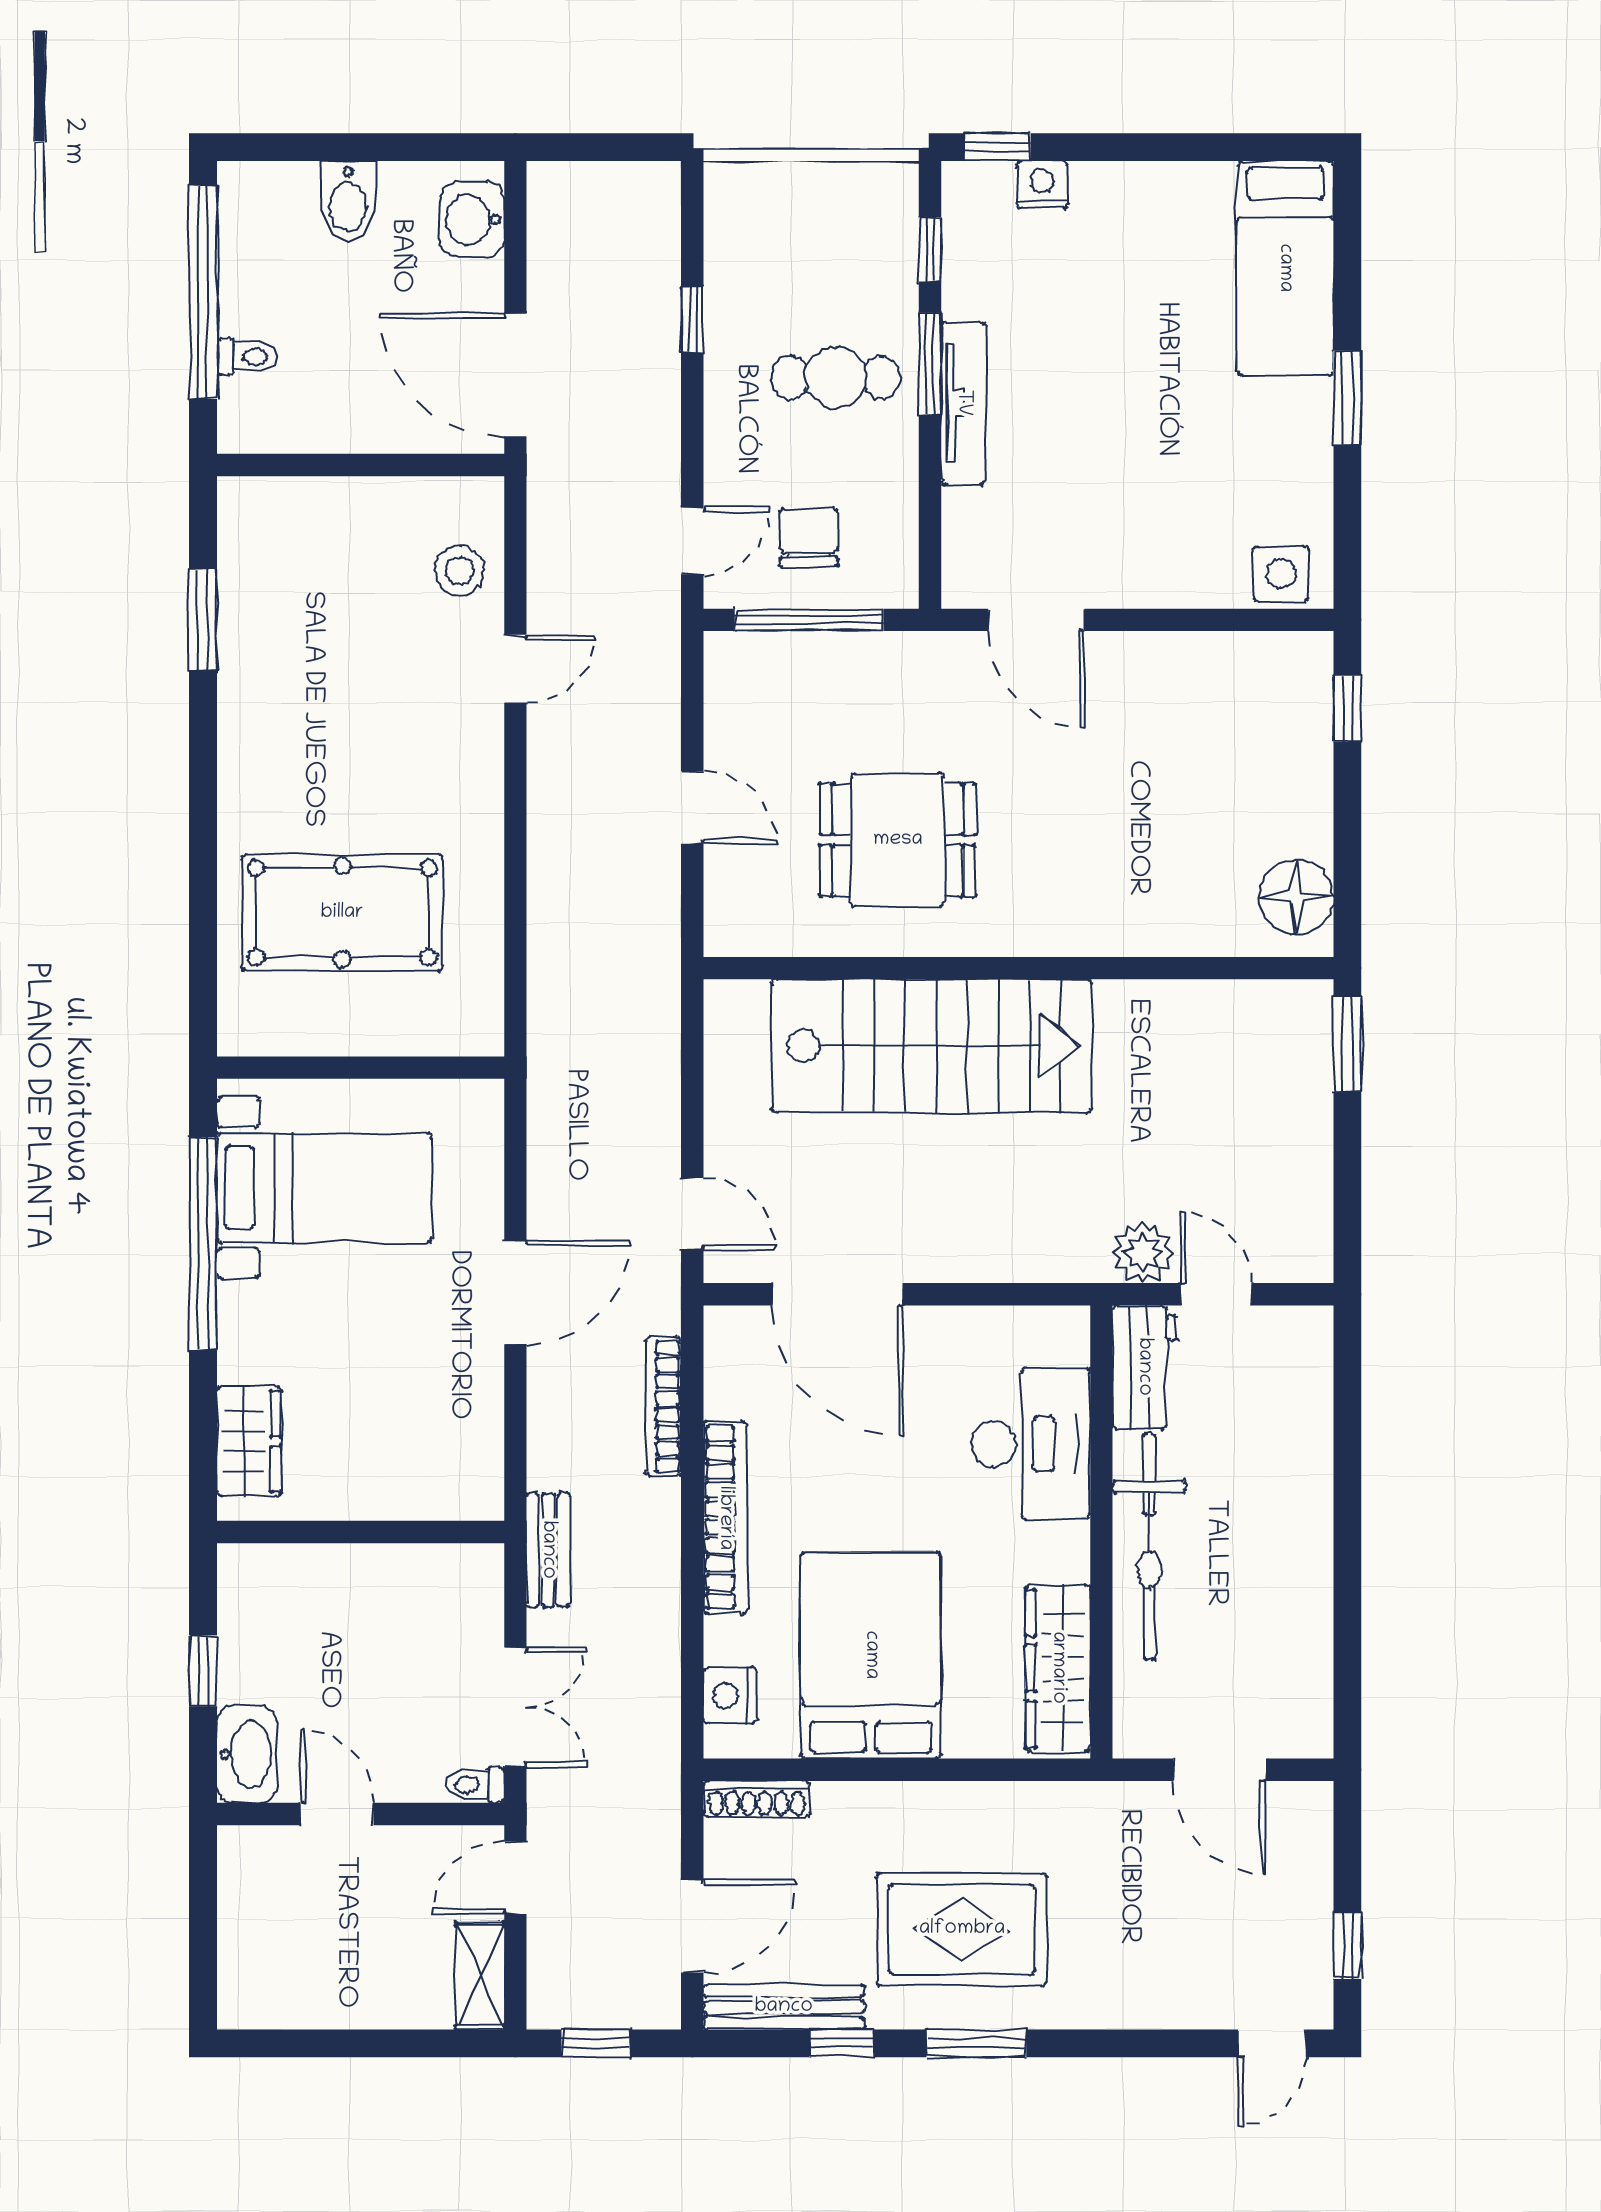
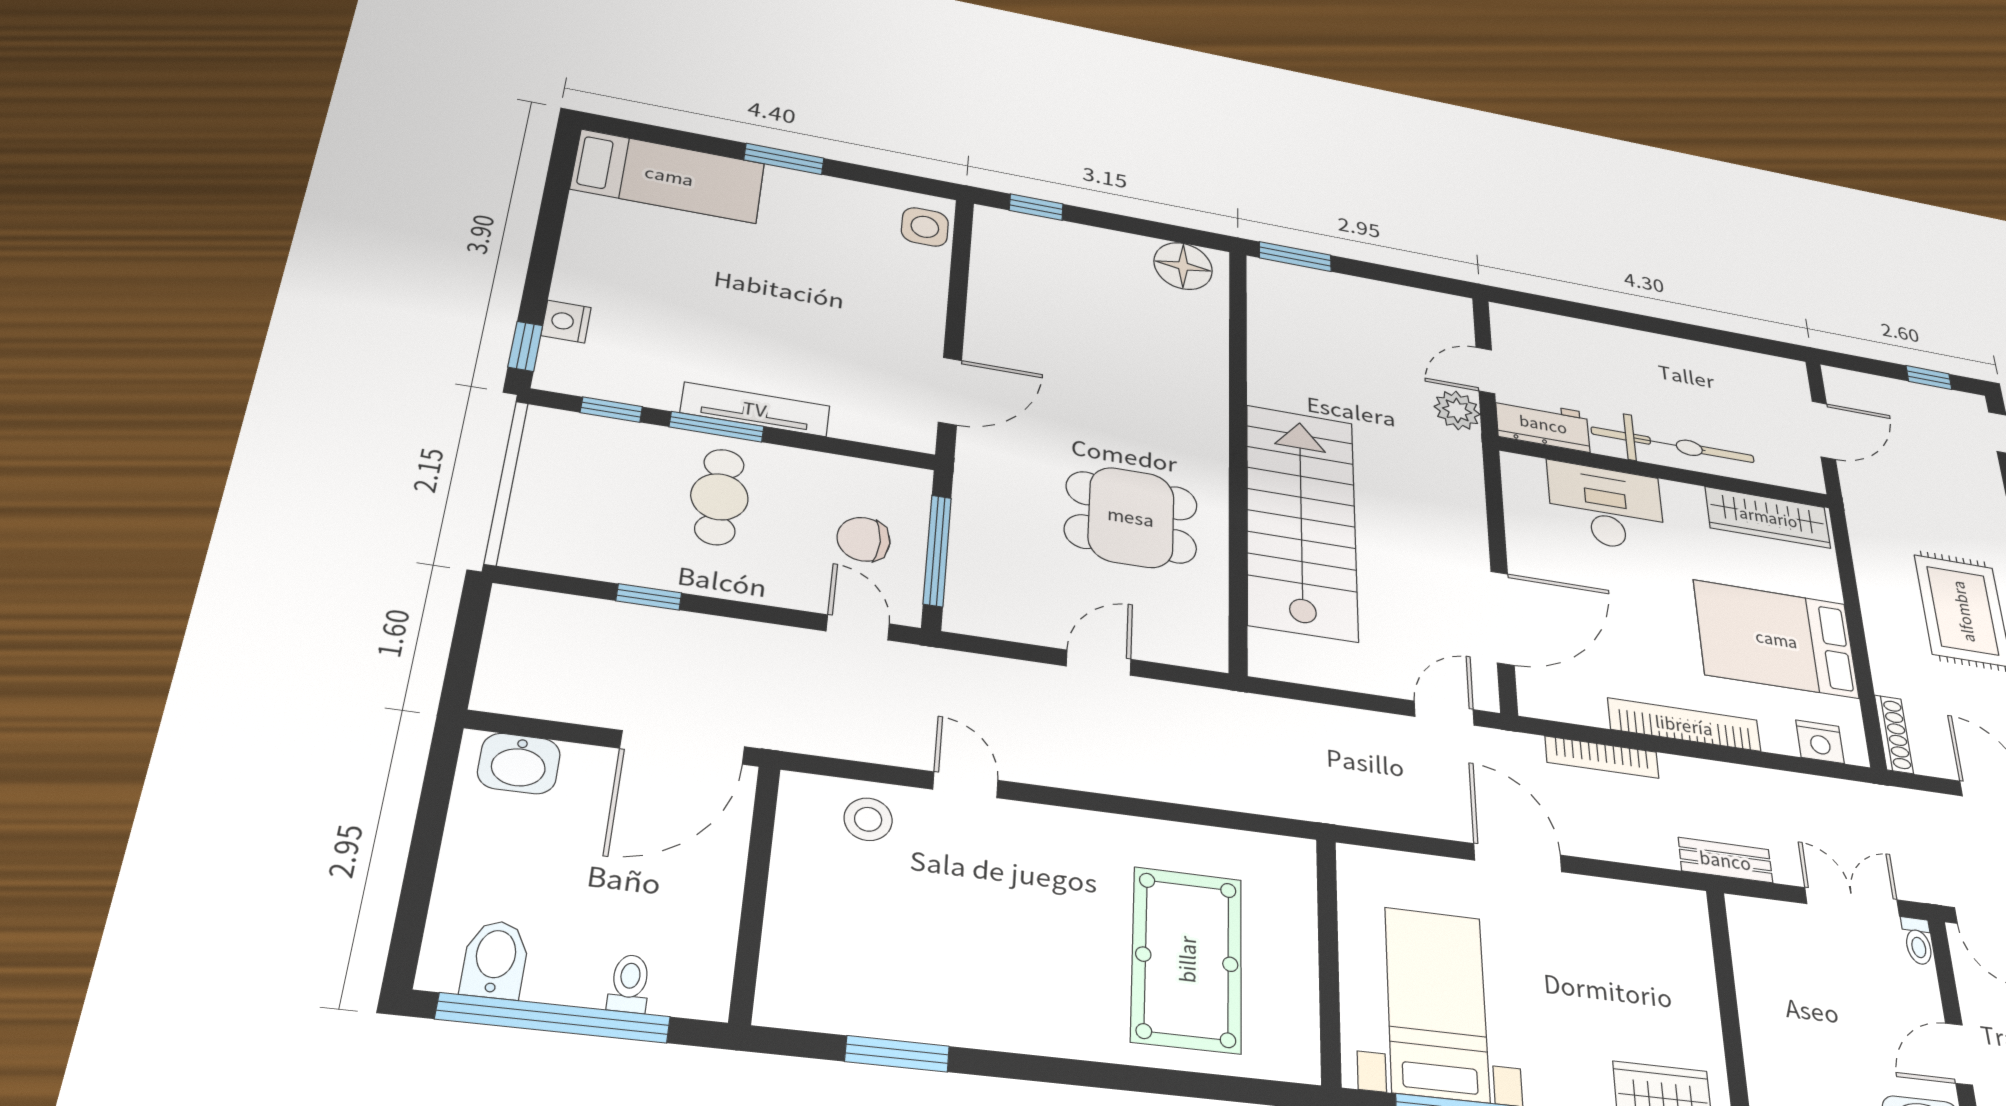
bidet: (348, 201) -> (495, 959), moved, turned -90
dining table: (898, 840) -> (1131, 517), turned 90

